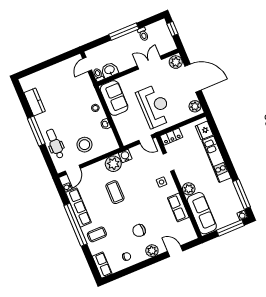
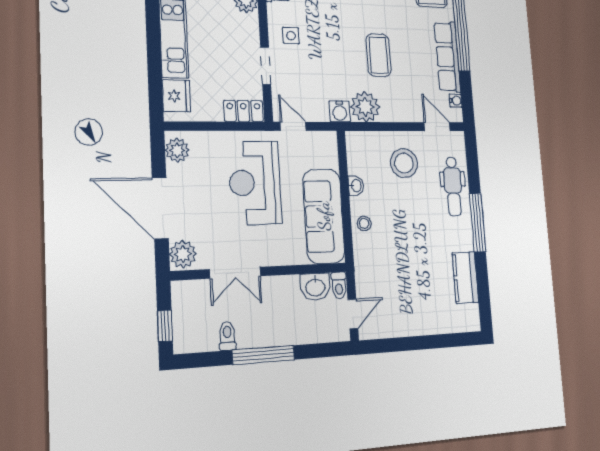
sofa: (114, 98) -> (324, 216), width x1.36
door: (73, 170) -> (437, 127), hinge flipped

